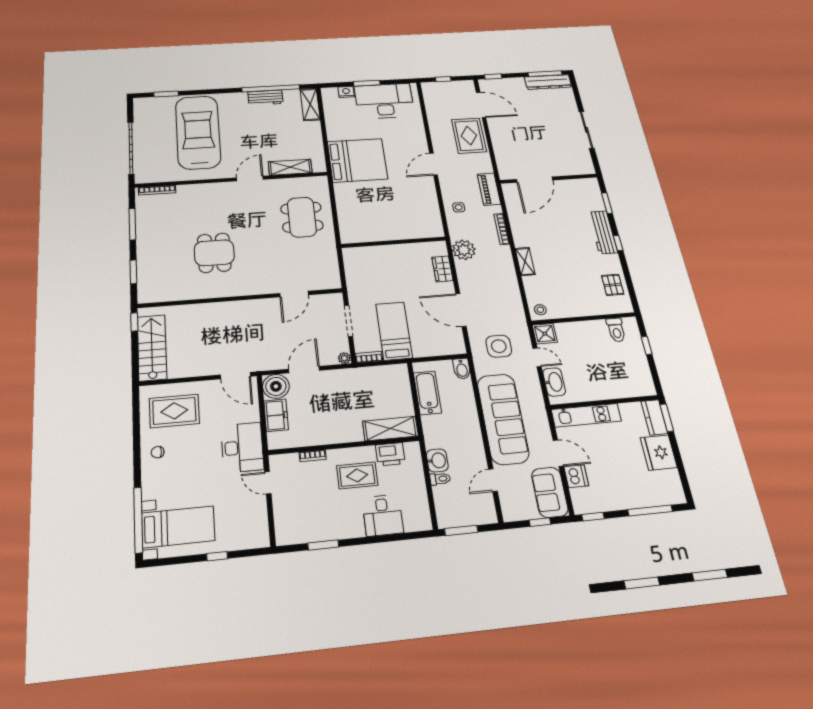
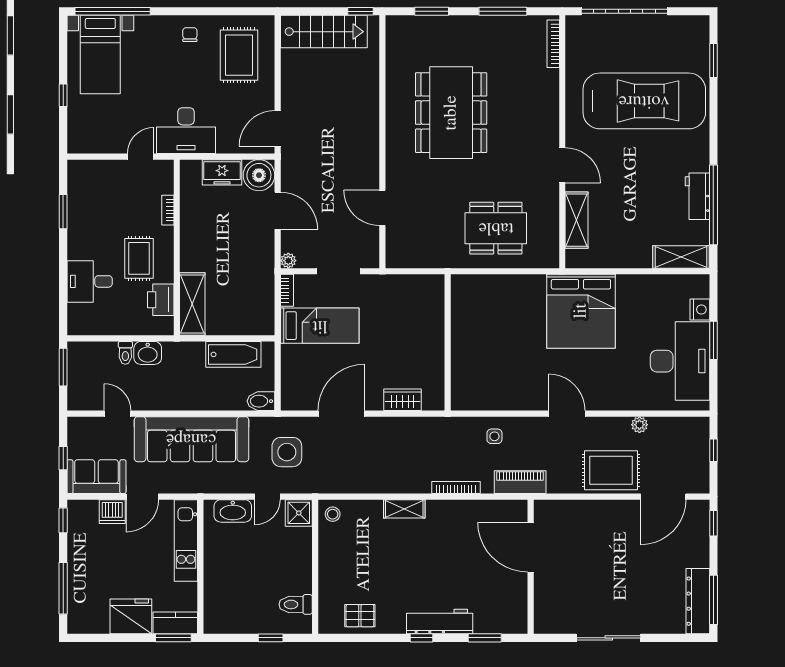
plant: (464, 250) -> (639, 425), moved, width x0.53, depth x0.53
dining table: (214, 253) -> (451, 113), width x1.88, depth x1.24

